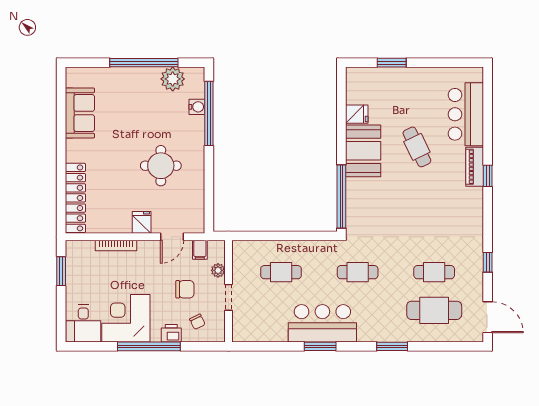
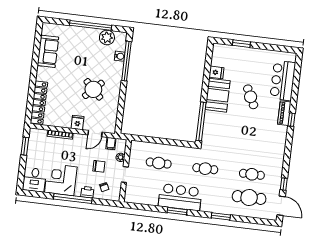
round table: (161, 166) -> (93, 89), turned 45
window: (488, 262) -> (284, 184), moved

